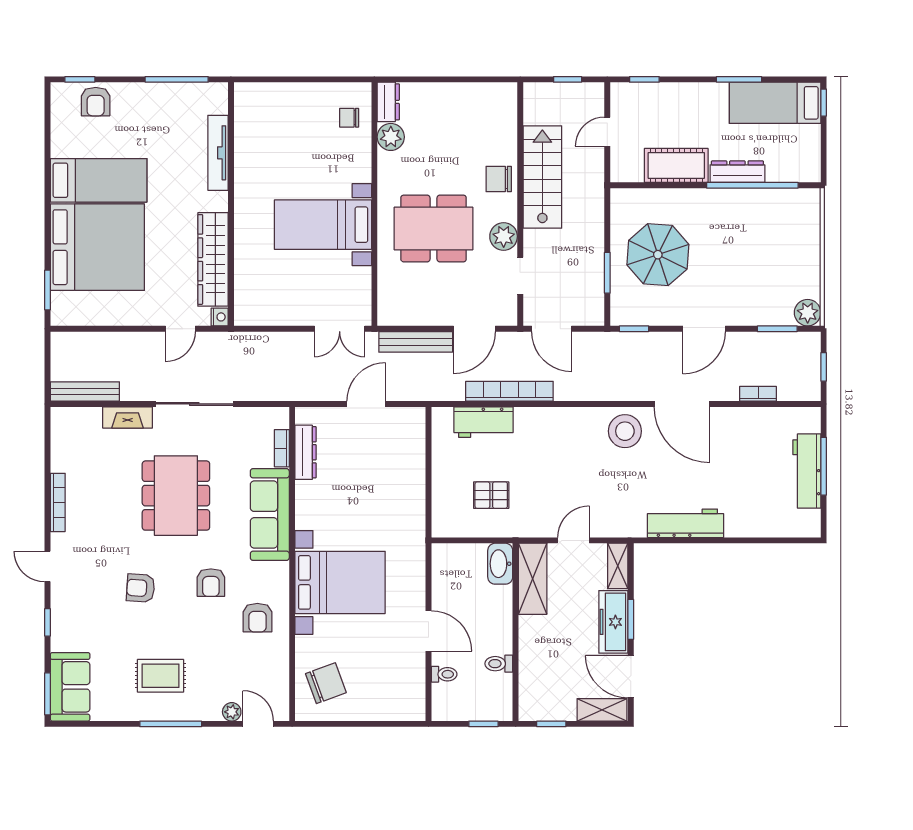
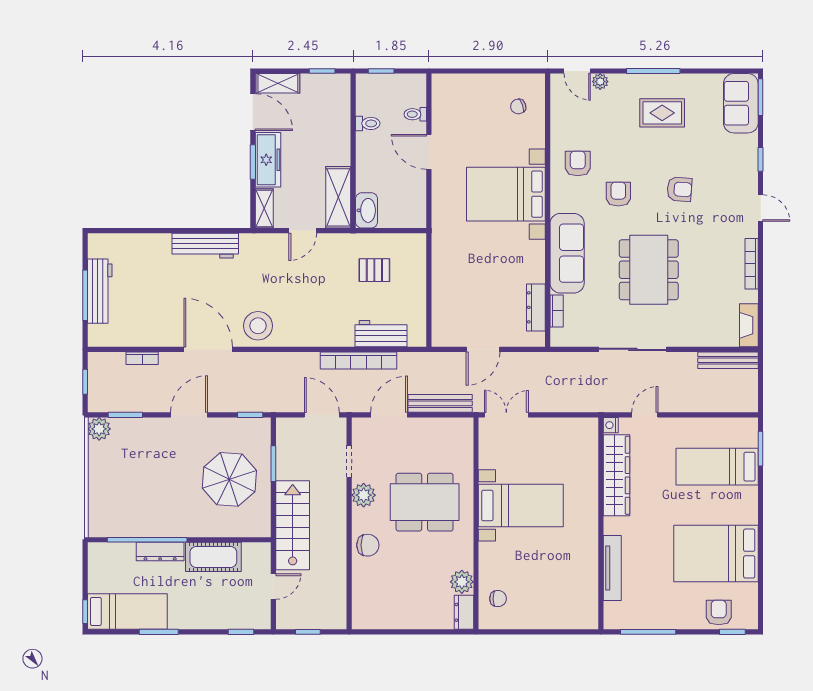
stairs: (542, 177) -> (293, 525), moved, turned 180
bed: (99, 180) -> (716, 554), width x1.50
bed: (97, 247) -> (717, 467), width x0.49
fireplace: (128, 417) -> (749, 325), moved, turned -90
chair: (326, 683) -> (518, 106), width x0.54, depth x0.54

